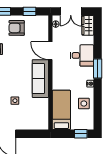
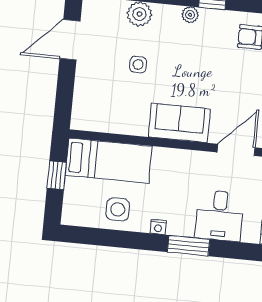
sofa: (40, 79) -> (179, 123), width x0.73
window: (81, 134) -> (57, 175), moved

